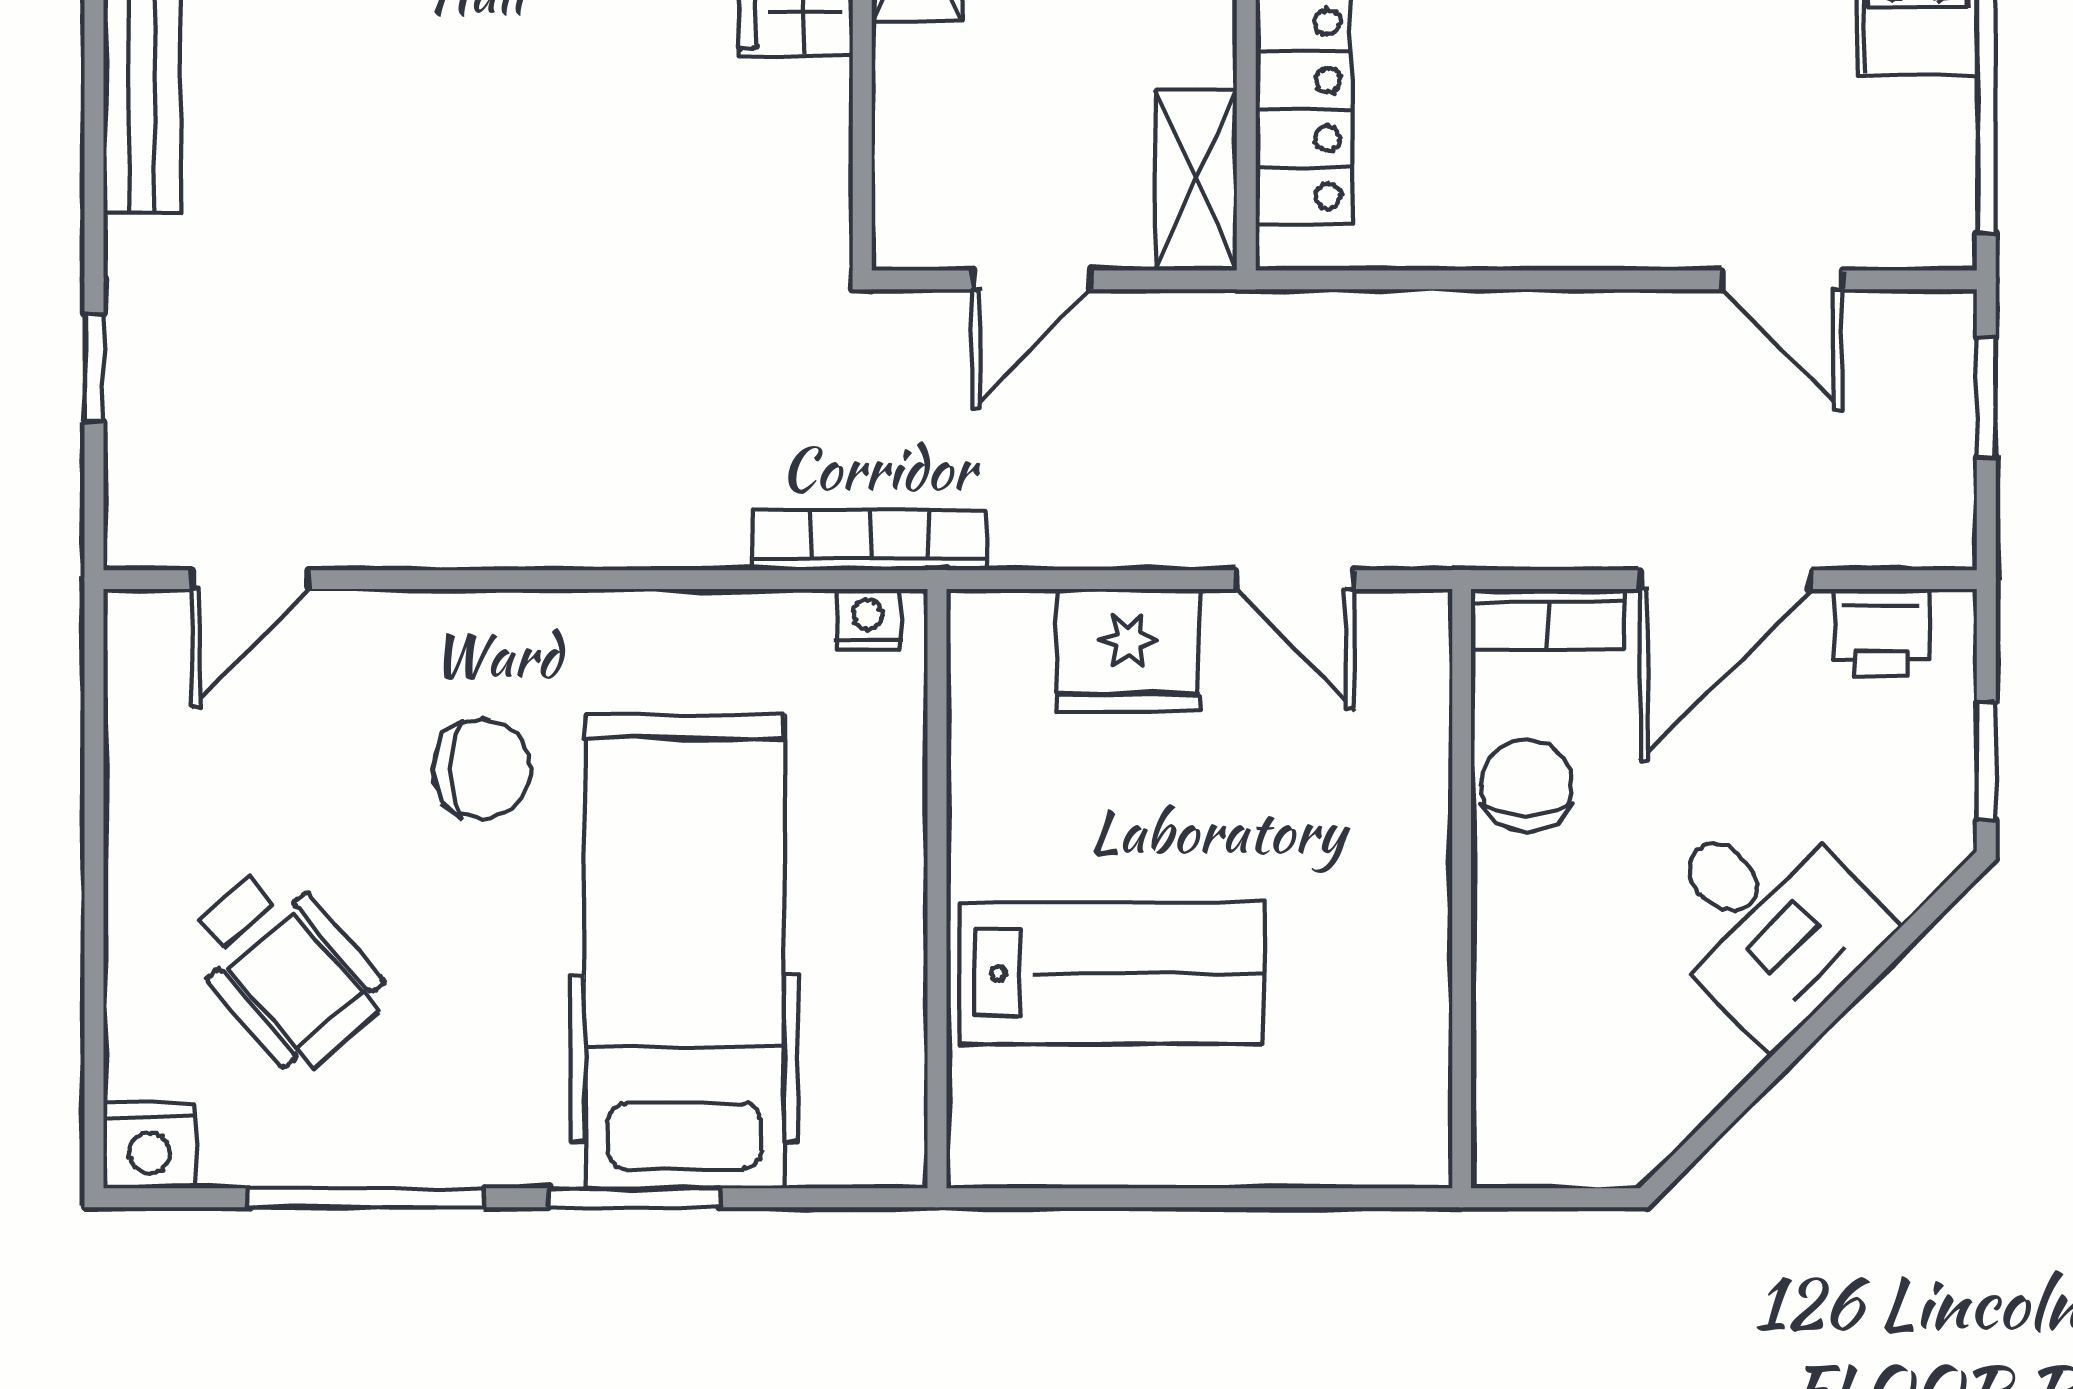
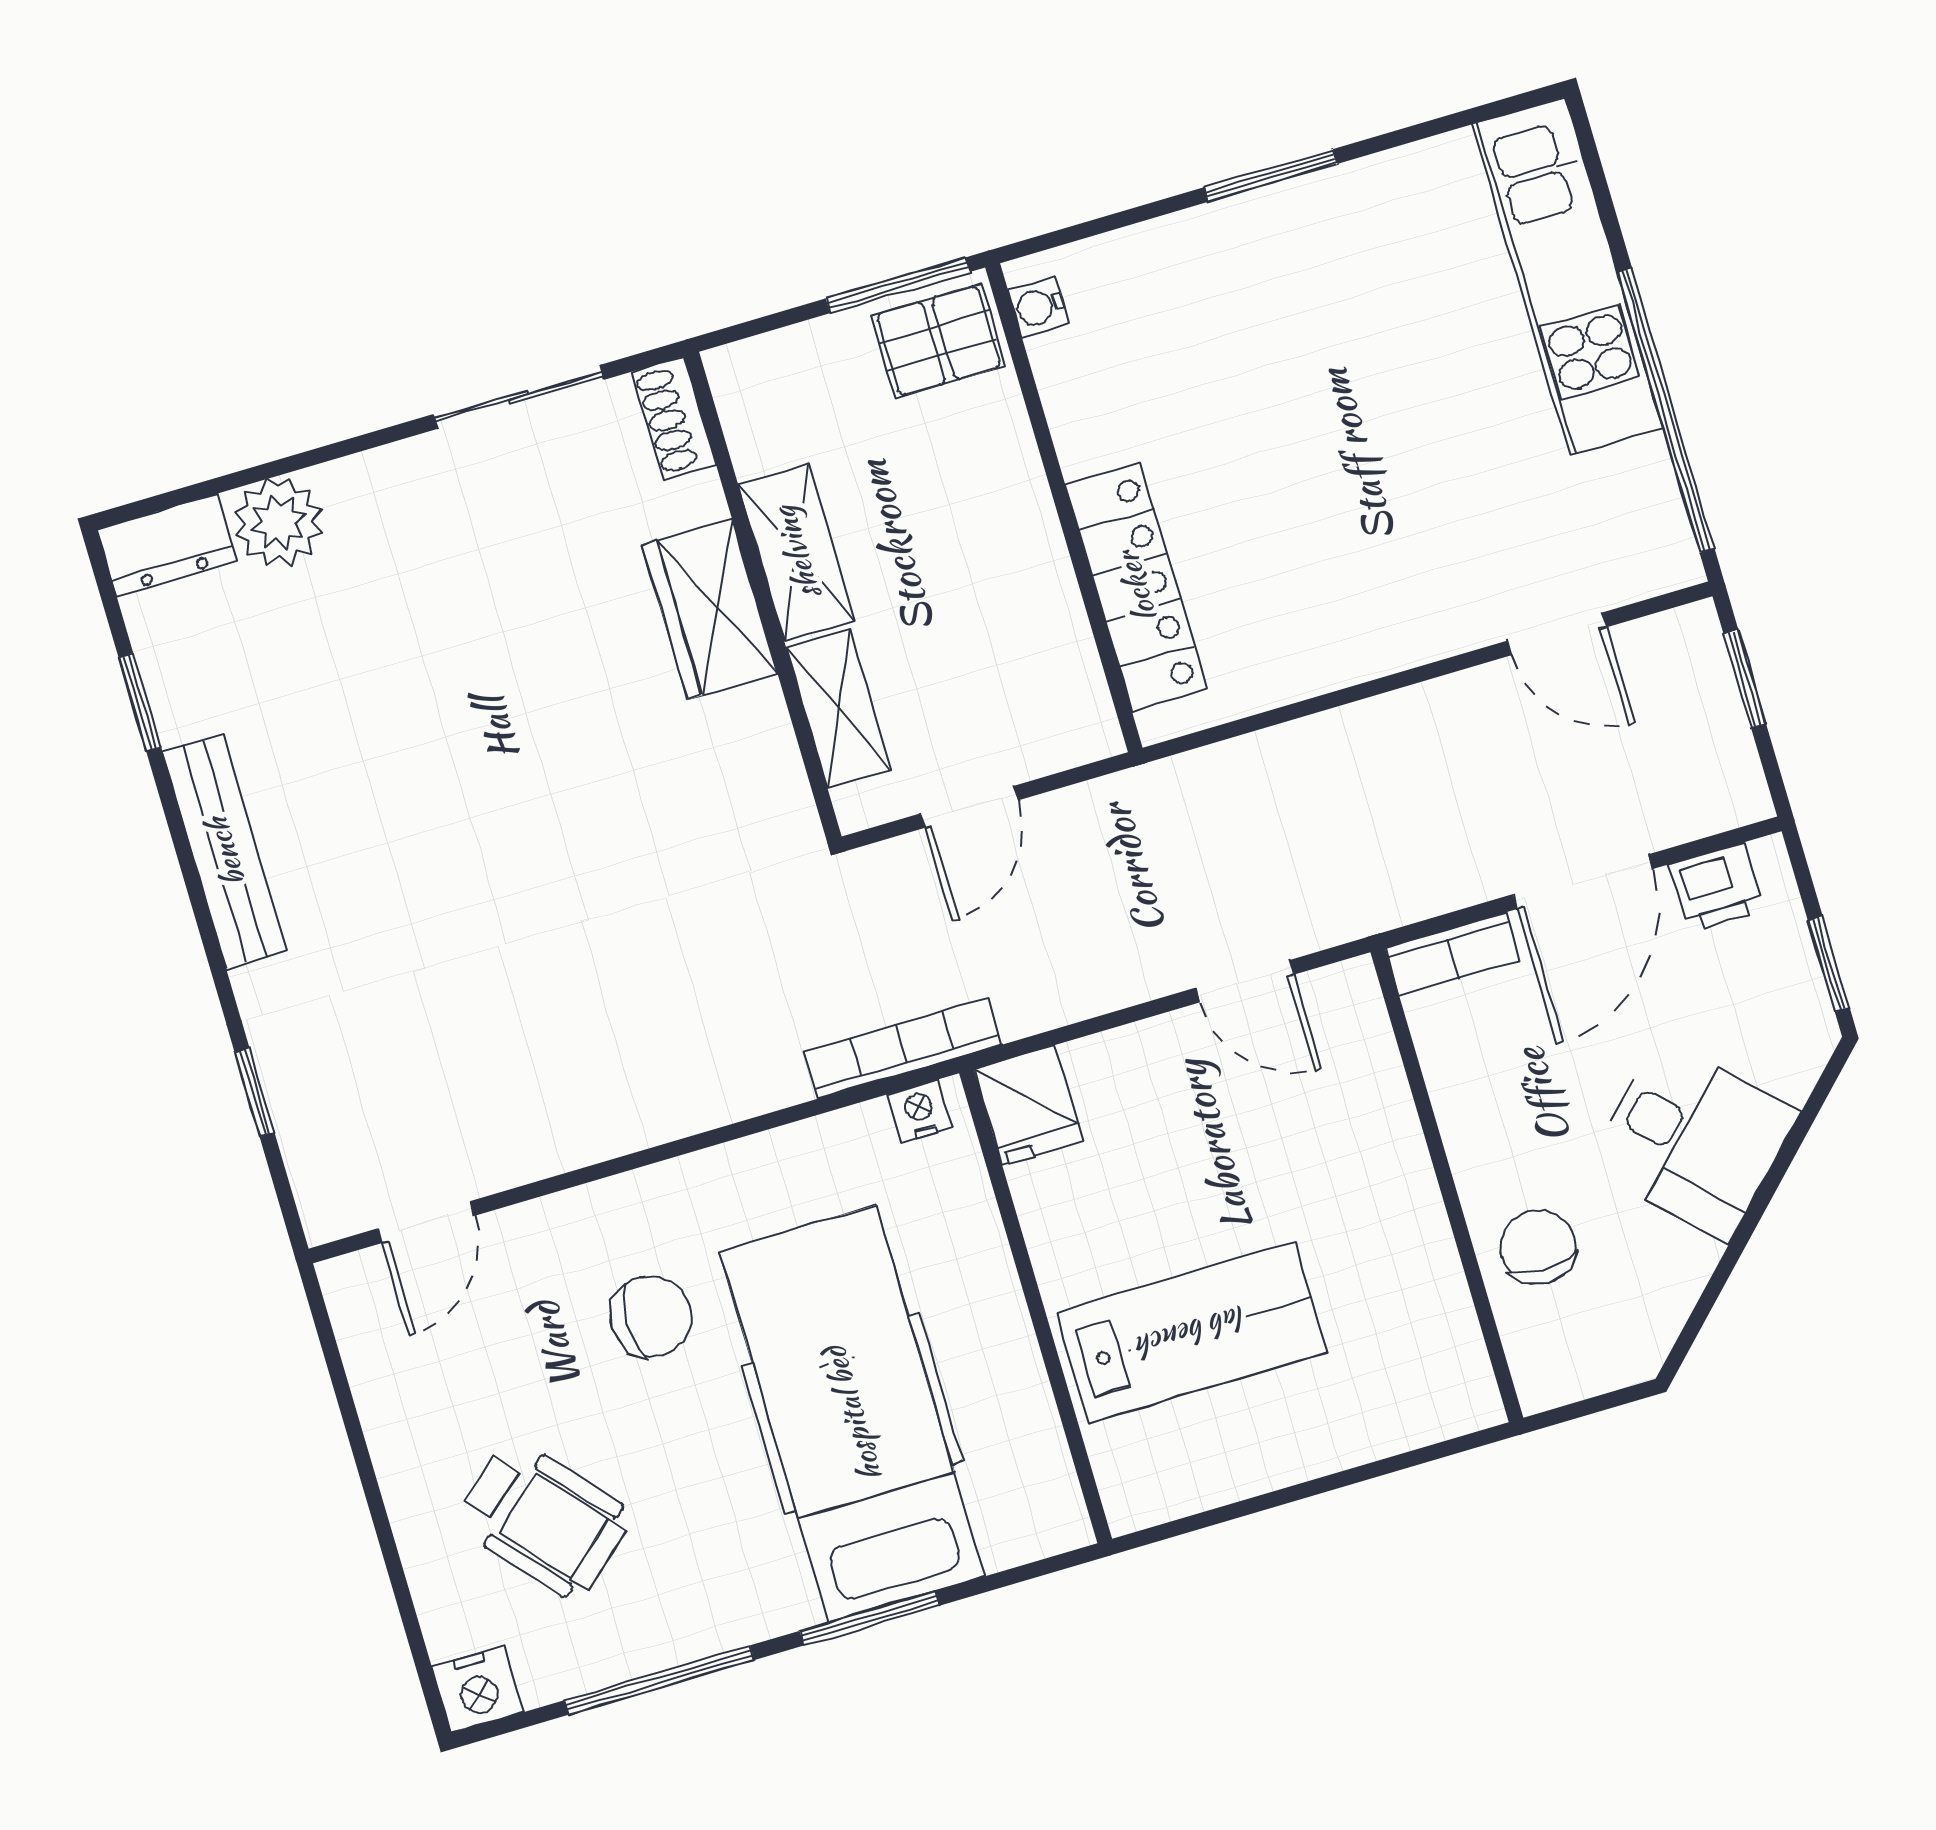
shelving: (1196, 180) -> (838, 709), moved
fridge: (1128, 651) -> (1029, 1105), moved, width x0.72
chair: (1527, 786) -> (1538, 1247), moved

